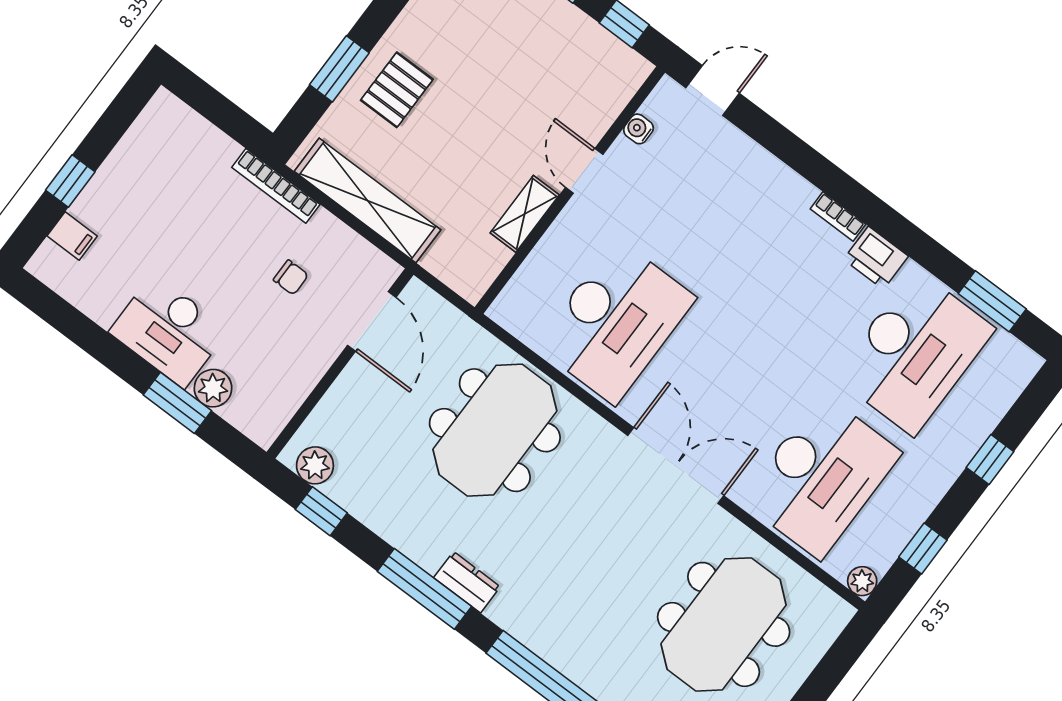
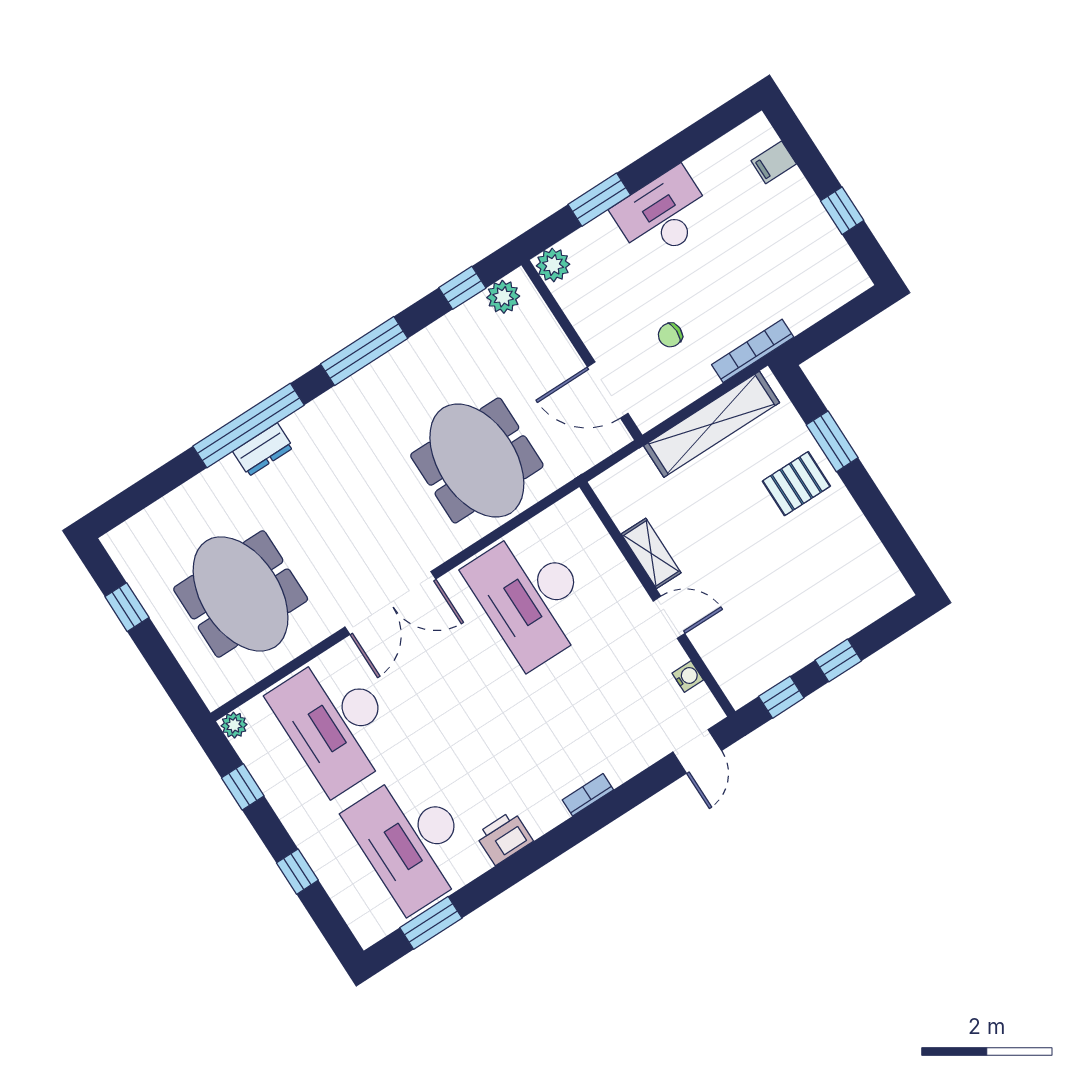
pallet: (397, 90) -> (796, 484), turned 90
window: (70, 181) -> (842, 211), moved
bookcase: (838, 217) -> (588, 795), moved
plant: (213, 388) -> (553, 265), moved
dresser: (467, 582) -> (263, 450), moved

